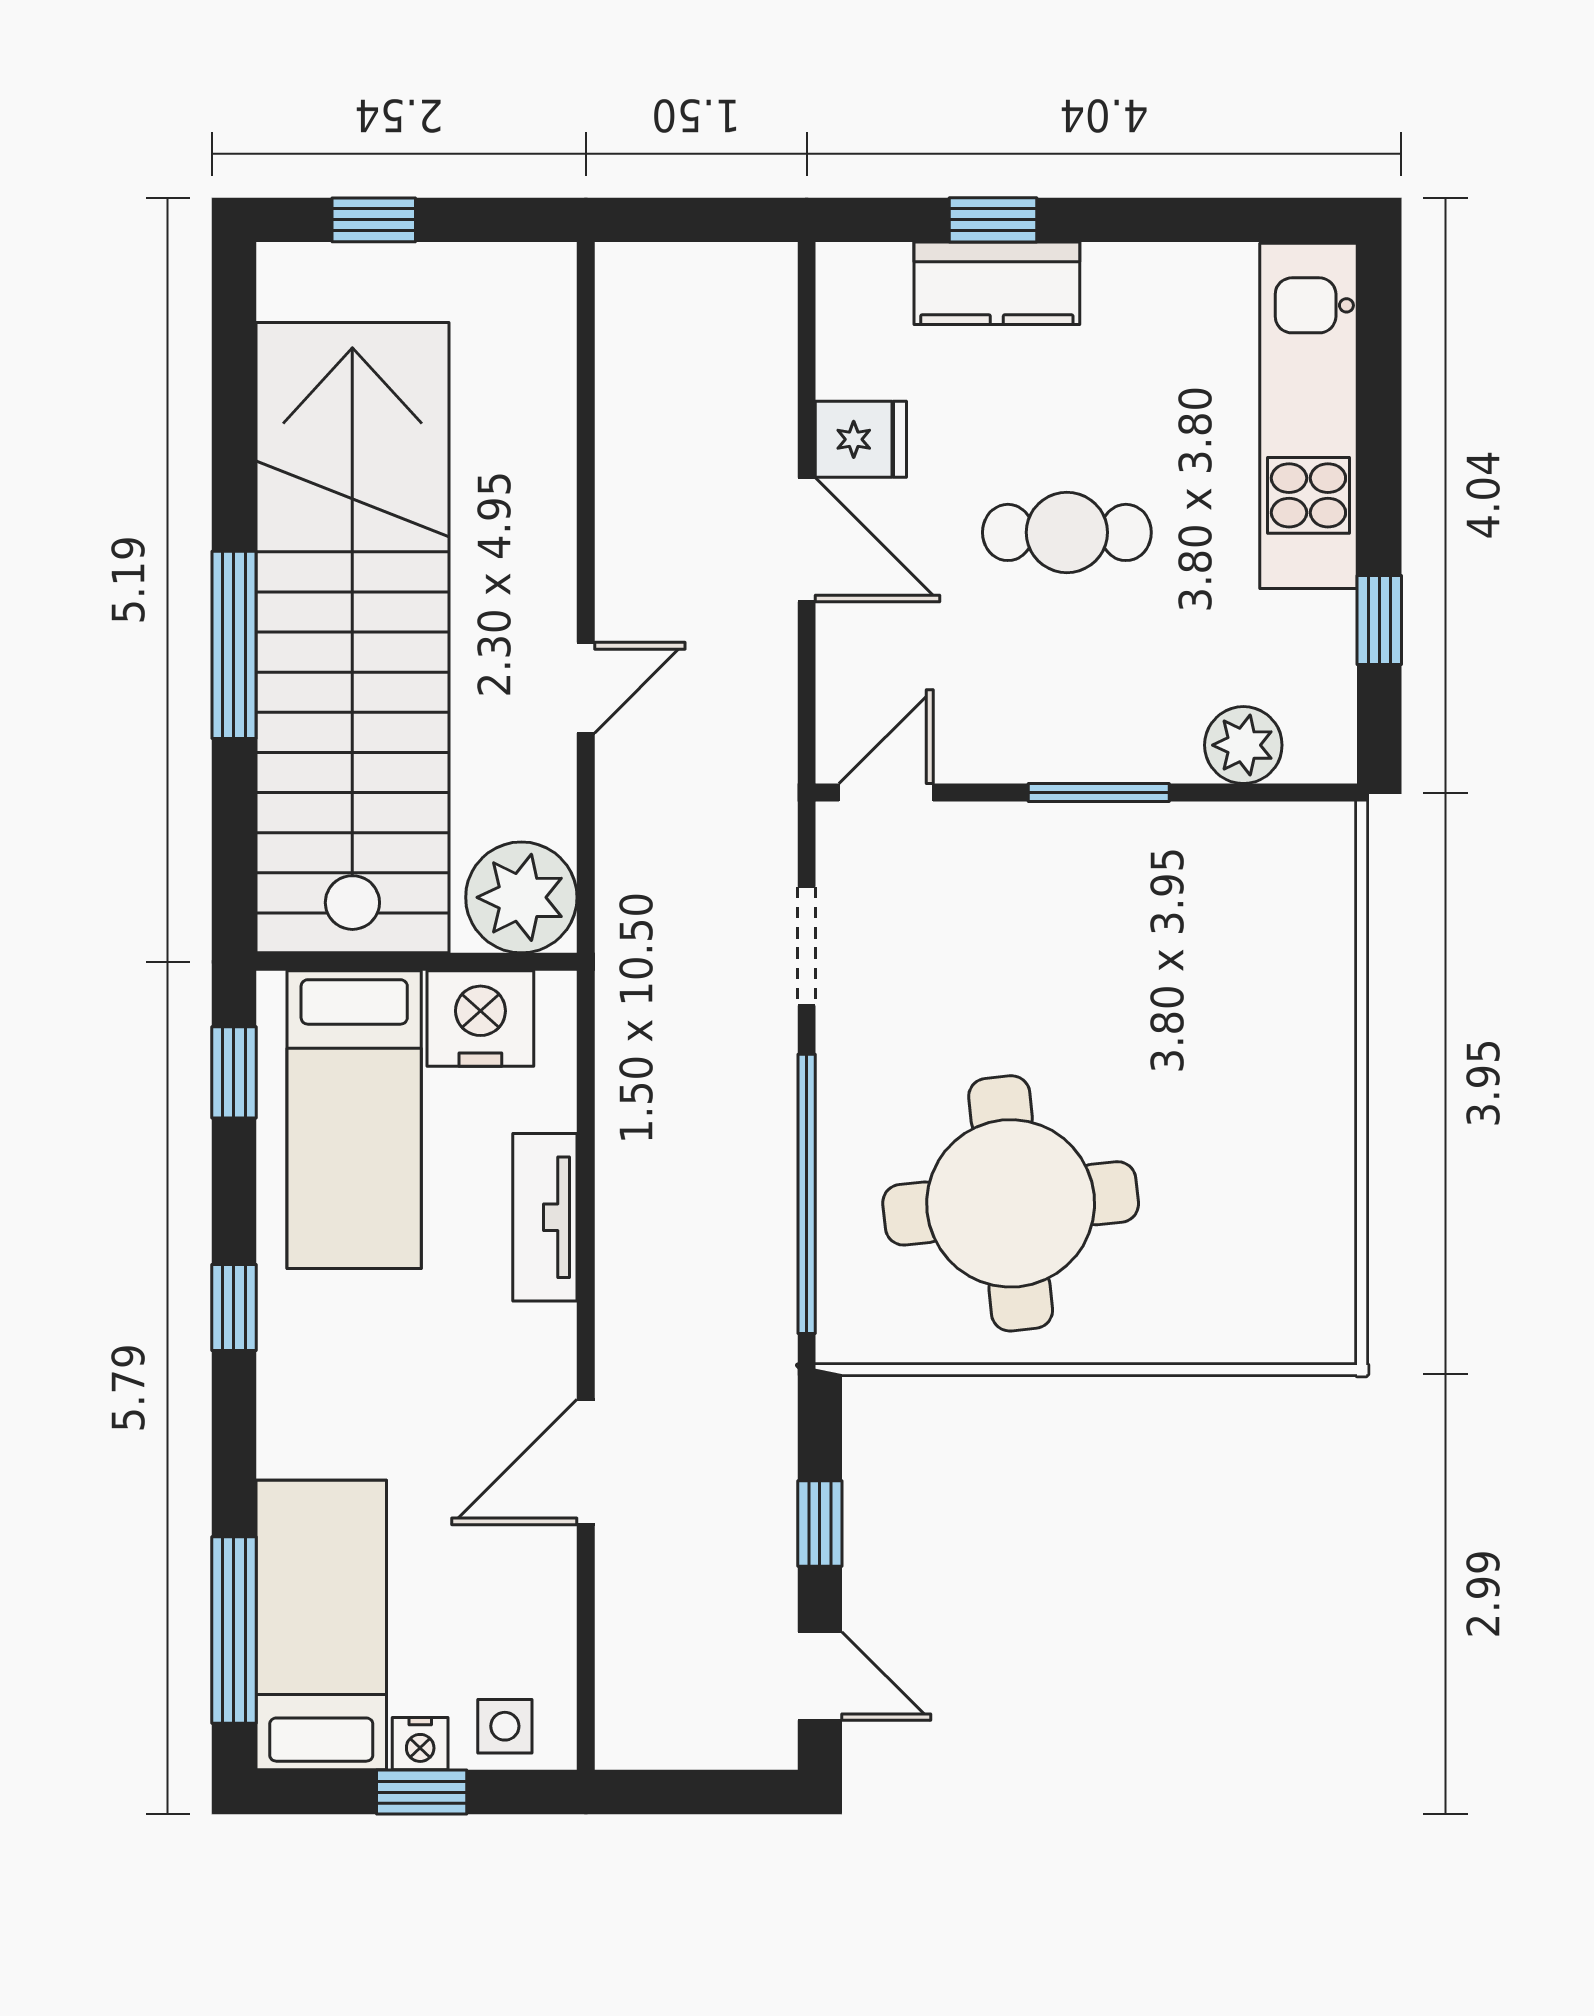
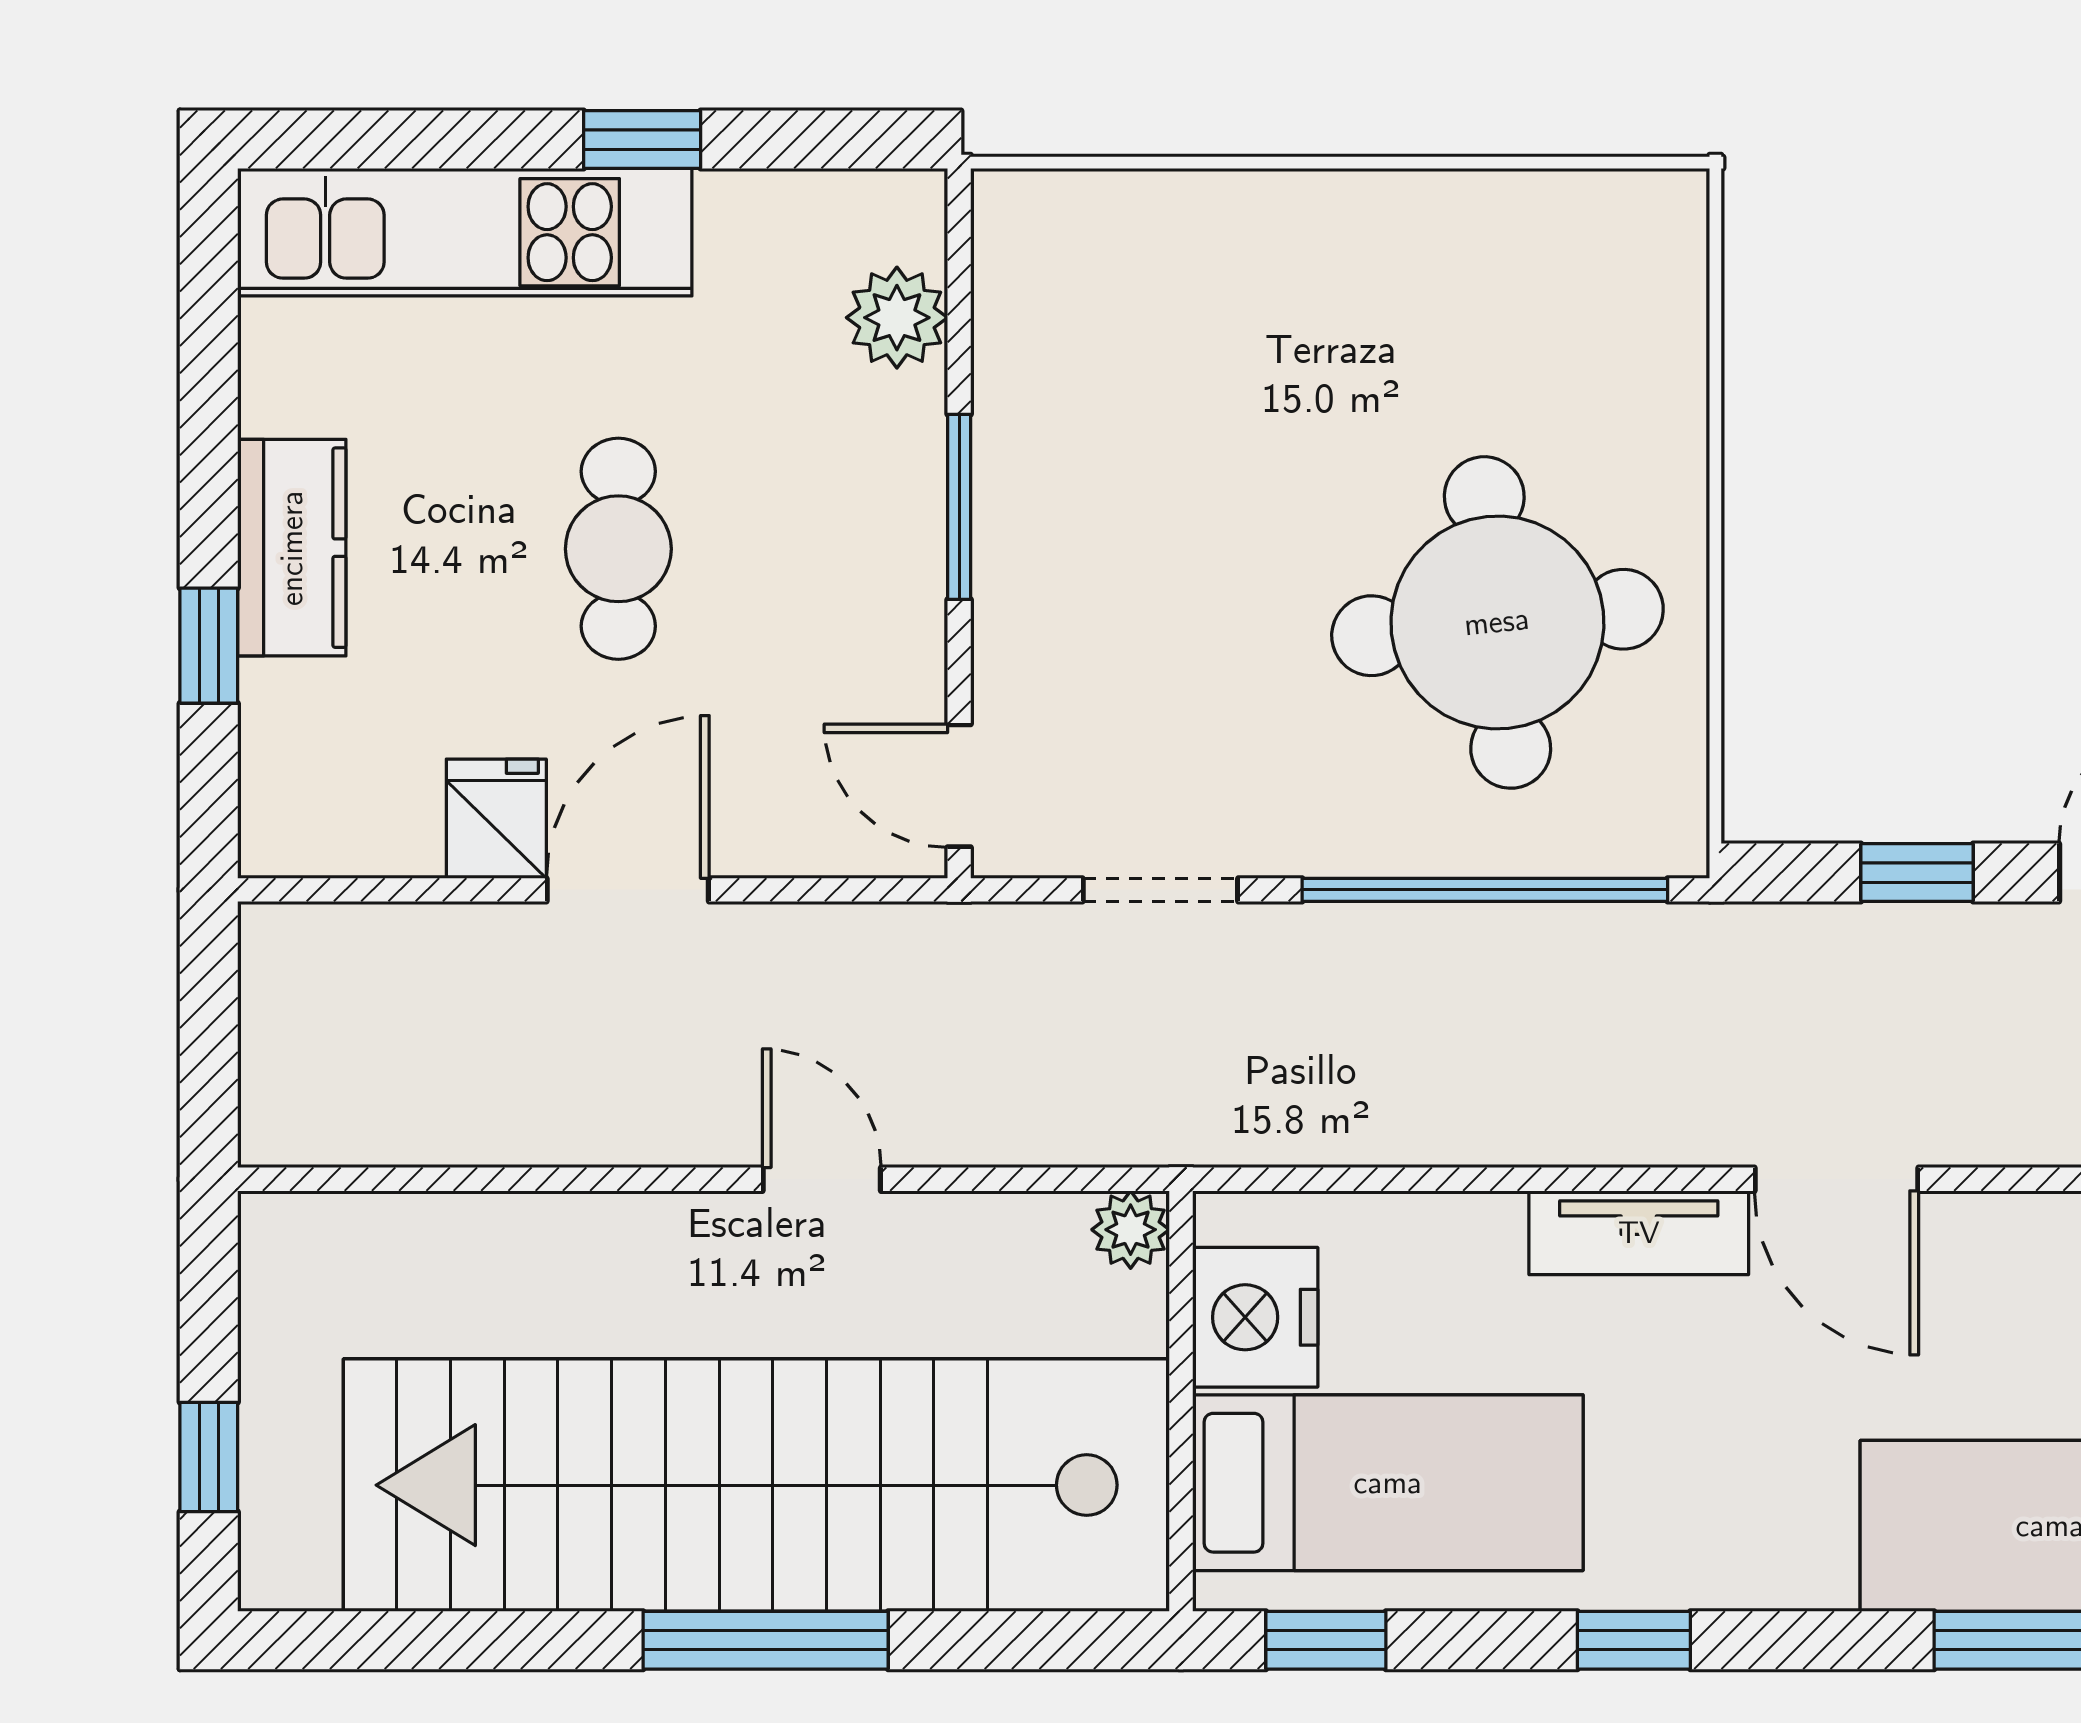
kitchen counter: (997, 283) -> (292, 548), moved
window: (1379, 620) -> (642, 139), moved
plant: (521, 897) -> (1131, 1230), width x0.53, depth x0.53
tv unit: (545, 1217) -> (1639, 1233), moved

